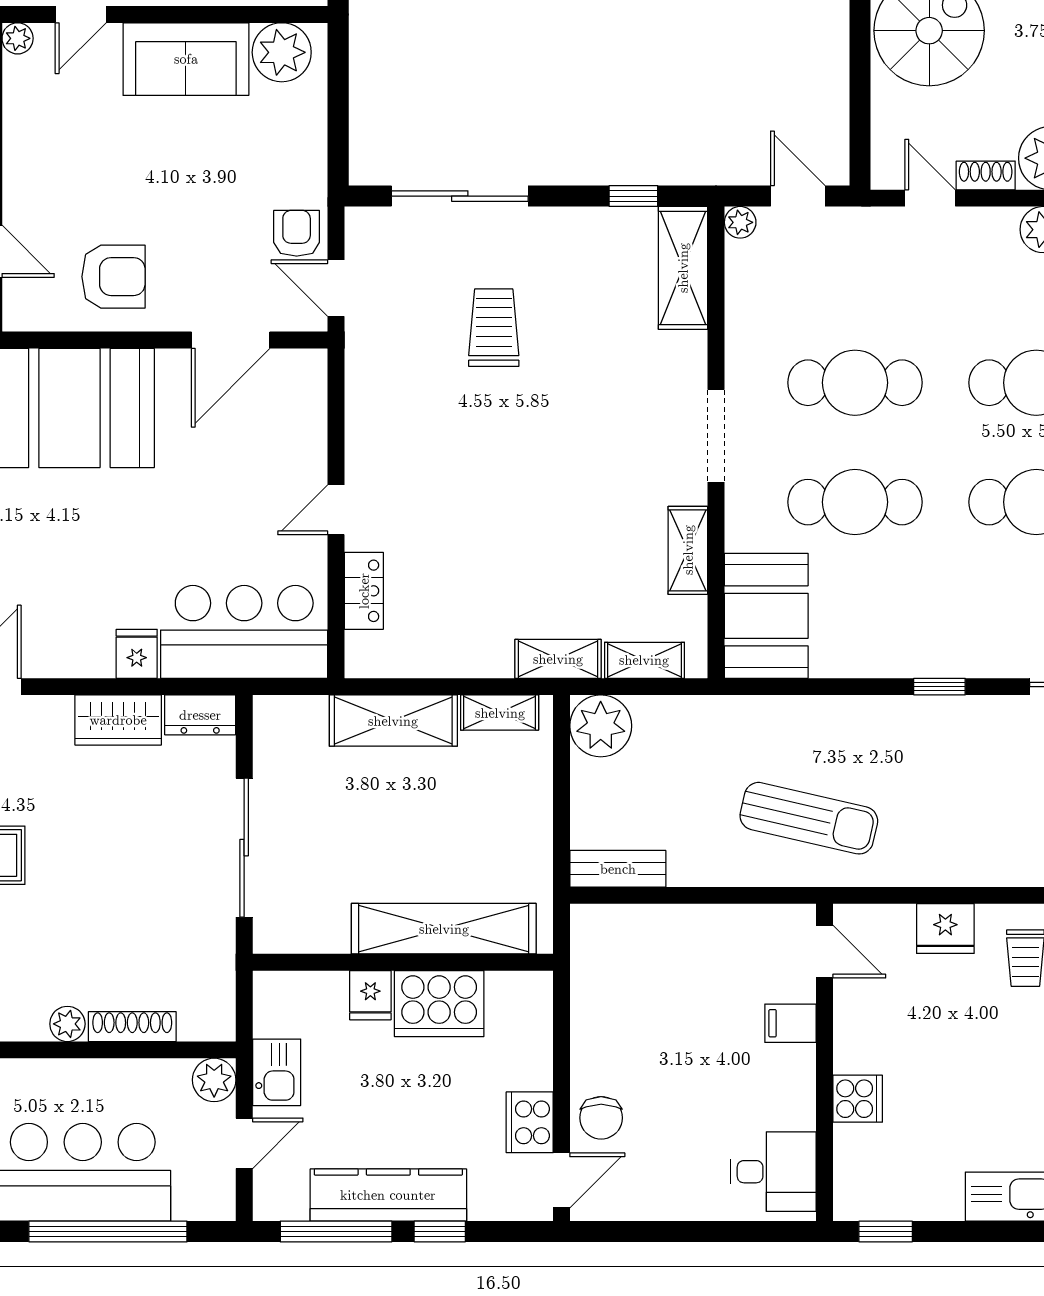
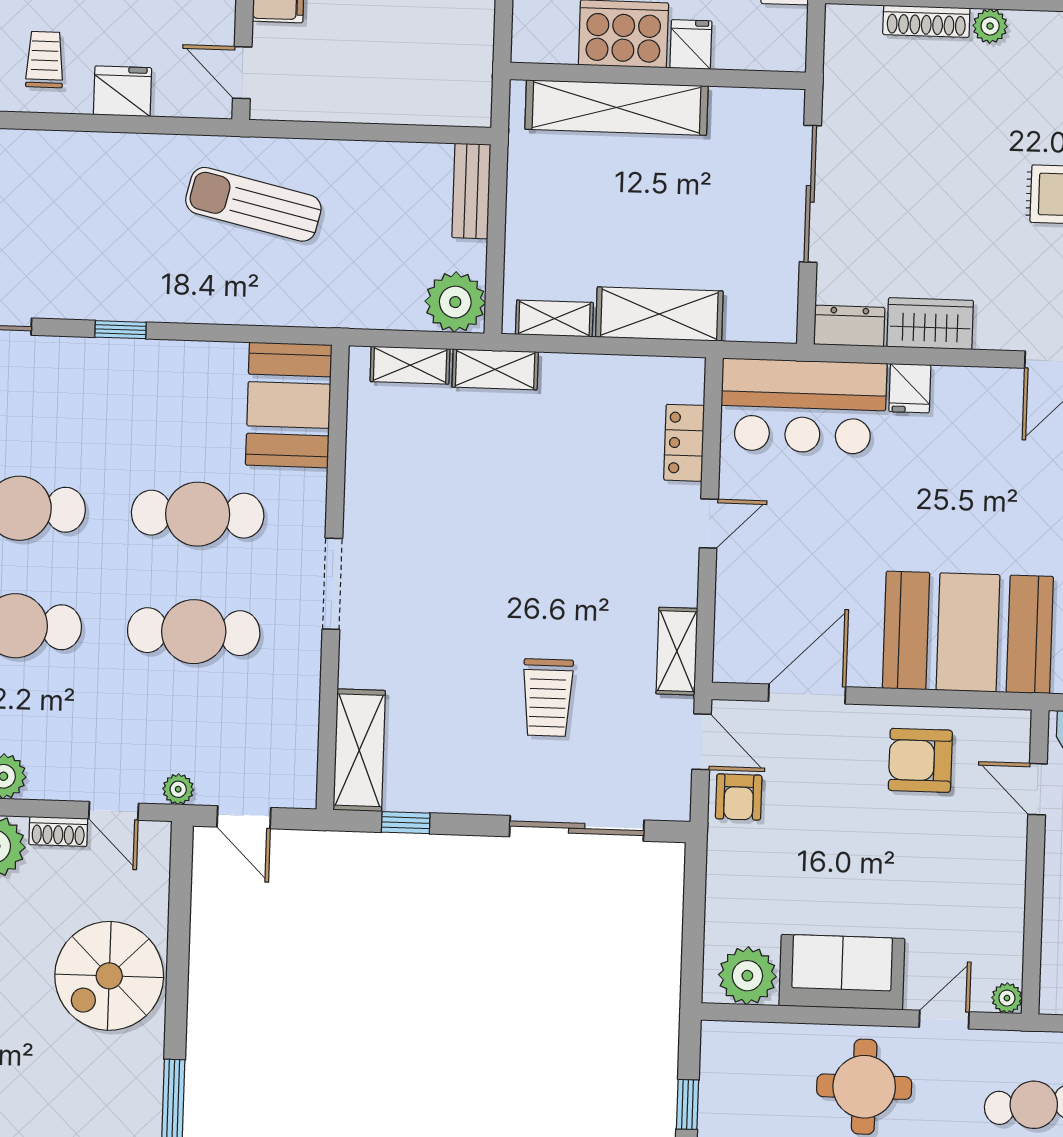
plant: (740, 222) -> (178, 789), moved
shelving: (688, 550) -> (677, 651), moved
bench: (618, 869) -> (471, 191), moved, turned 90

